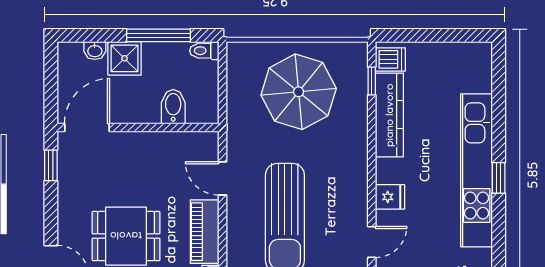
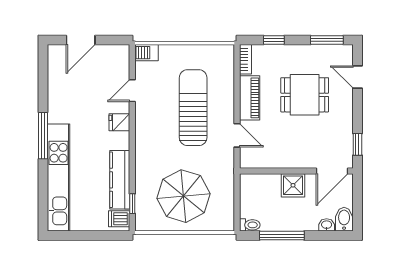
shower: (124, 58) -> (293, 185), moved
bidet: (173, 107) -> (344, 219), moved, turned 180
kitchen unit: (477, 170) -> (59, 178), moved
window: (499, 178) -> (43, 136), width x2.17

